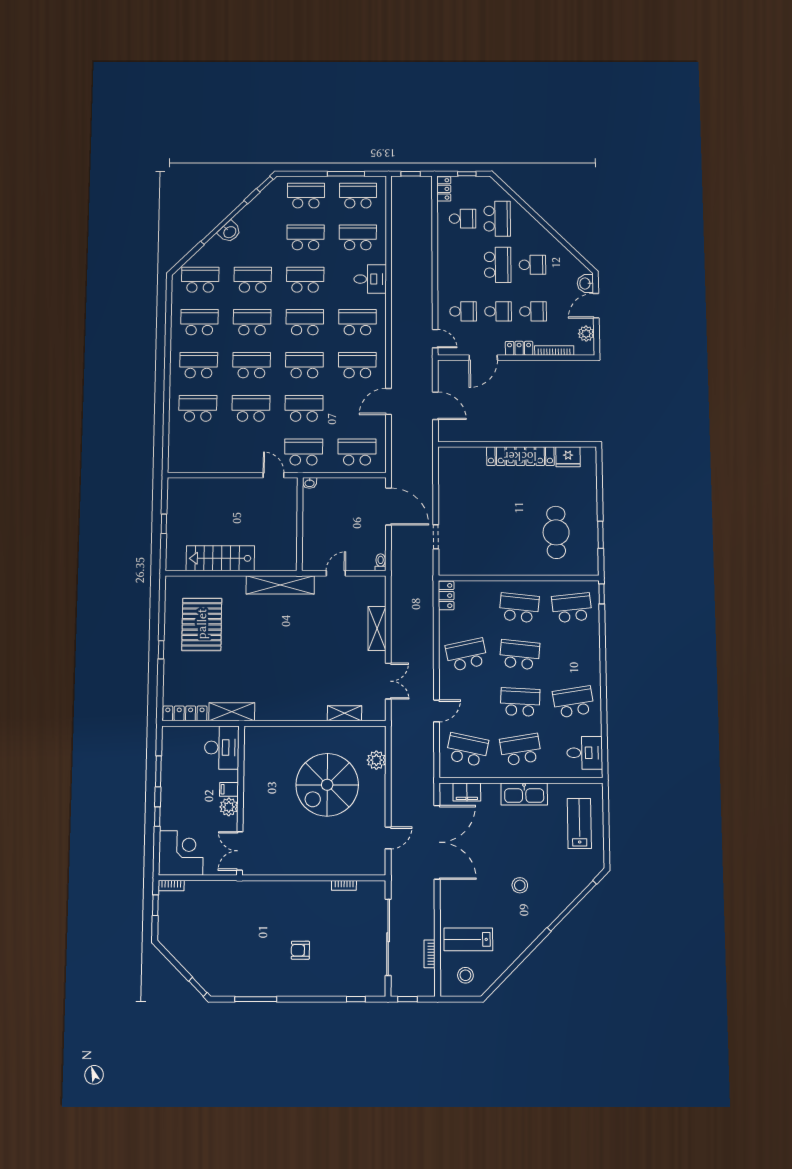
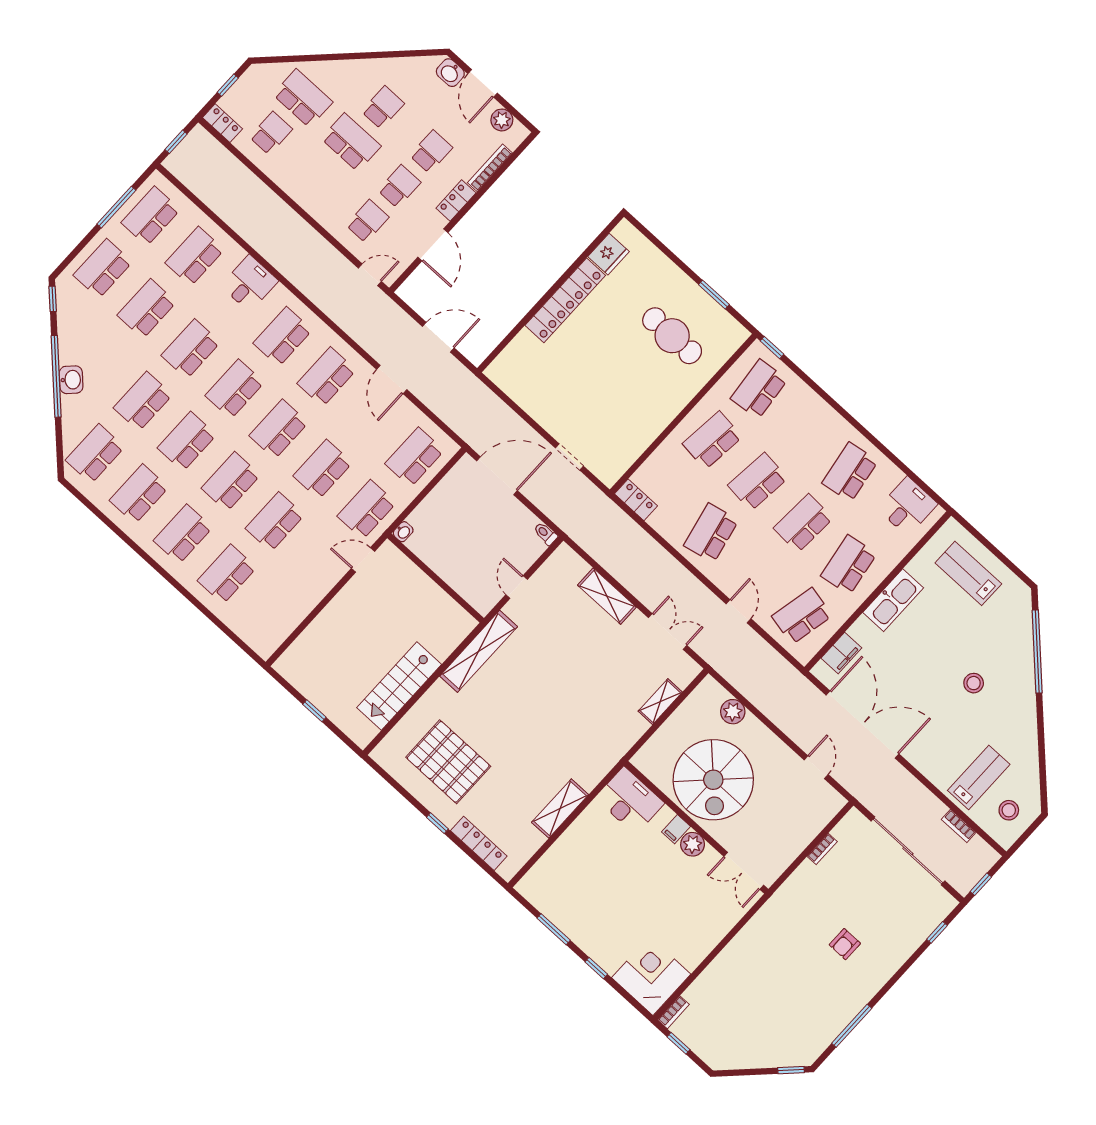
locker: (185, 713) -> (479, 843), moved, turned 90
desk: (222, 747) -> (630, 801), moved
filing cabinet: (229, 789) -> (676, 829), moved
wall: (240, 800) -> (696, 827), moved
plant: (229, 807) -> (693, 844), moved
double door: (240, 851) -> (744, 871), moved
lab bench: (468, 939) -> (979, 777), turned 180

